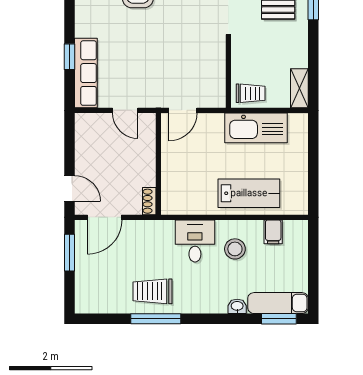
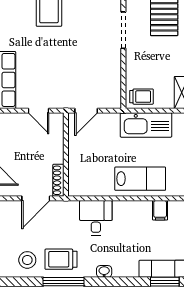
shoe rack: (149, 201) -> (58, 180), width x1.43
door: (105, 217) -> (36, 198), moved
stool: (235, 249) -> (27, 260), moved
washbasin: (237, 306) -> (104, 271), moved

